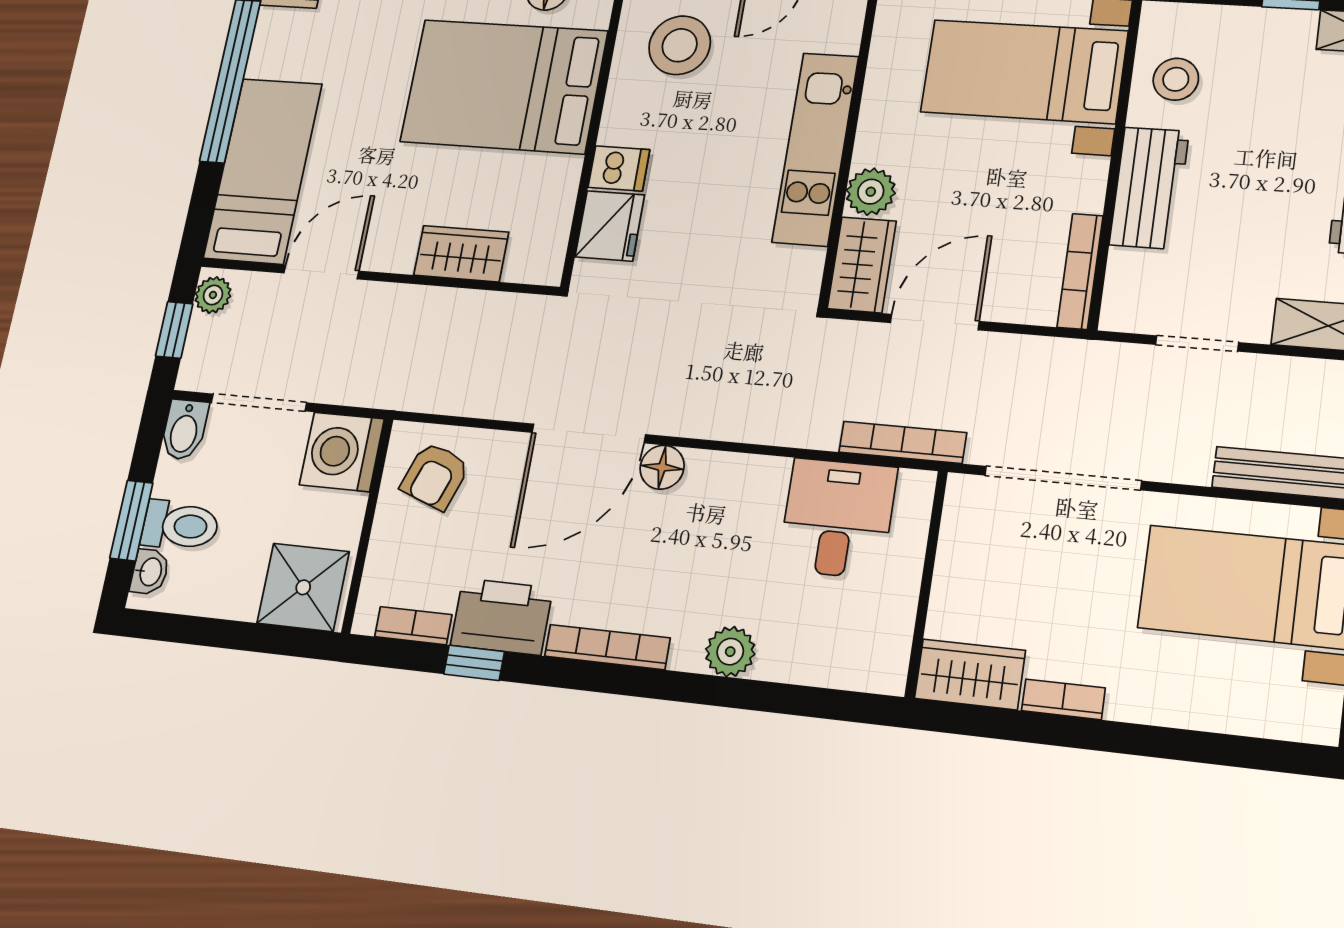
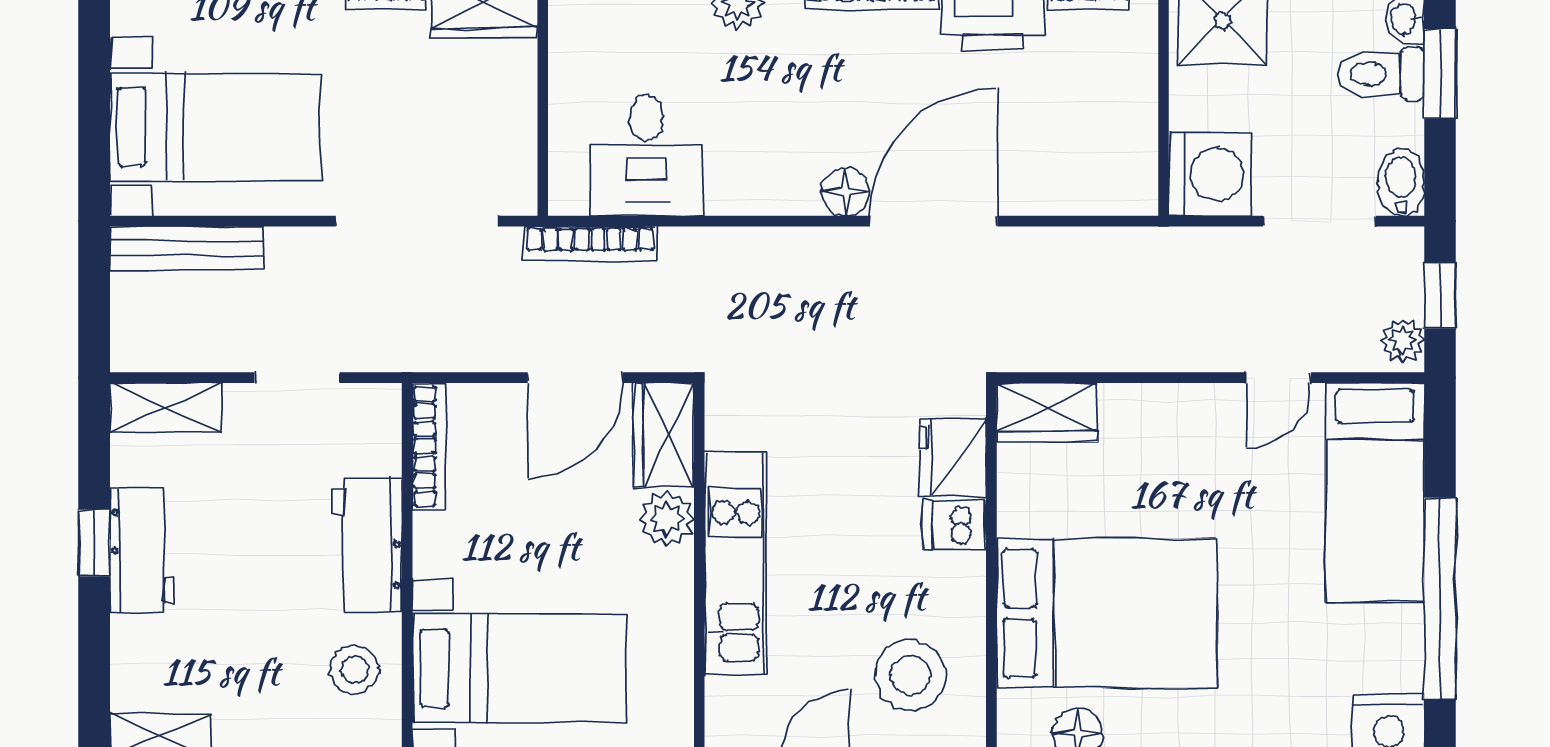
wardrobe: (461, 254) -> (1047, 412), moved
door: (321, 272) -> (1279, 378), width x0.73
armchair: (435, 476) -> (1098, 158), removed

